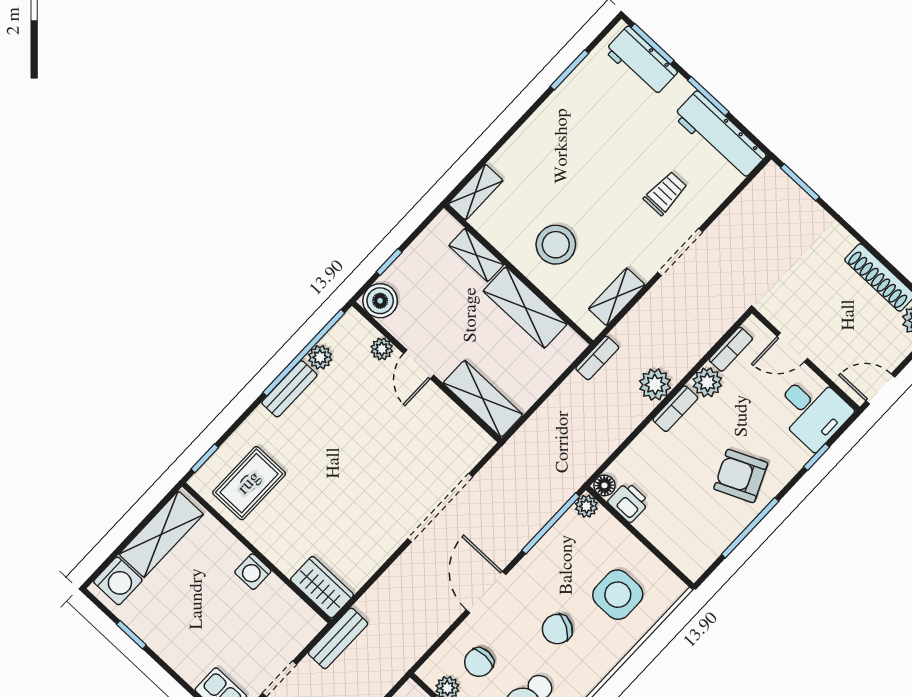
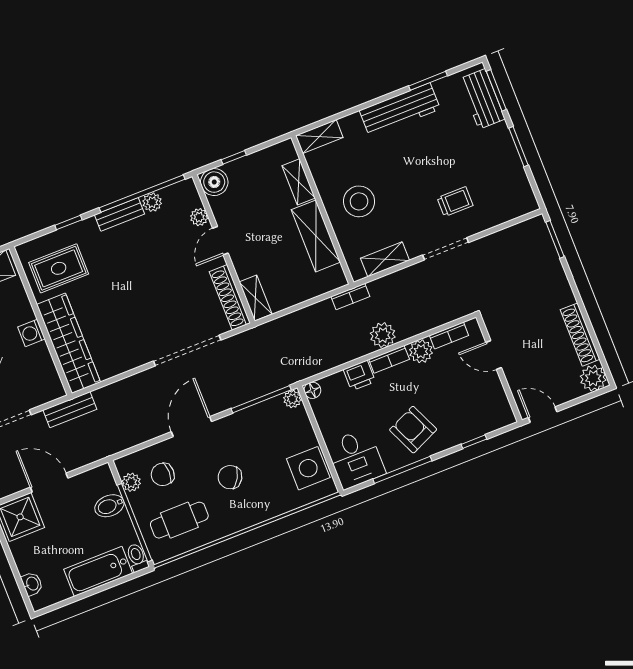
workbench: (720, 136) -> (400, 110), moved, turned -90
shelving: (483, 399) -> (256, 298), width x0.67, depth x0.75
desk: (812, 411) -> (356, 459), moved
shoe rack: (460, 424) -> (230, 297), added
window: (205, 458) -> (68, 222), moved
printer: (629, 502) -> (359, 376), moved, turned 90
wardrobe: (322, 587) -> (69, 343), width x2.10, depth x1.17
side table: (618, 595) -> (308, 468), moved

